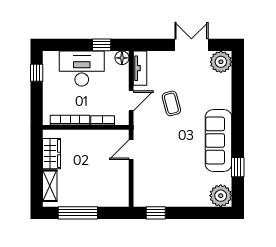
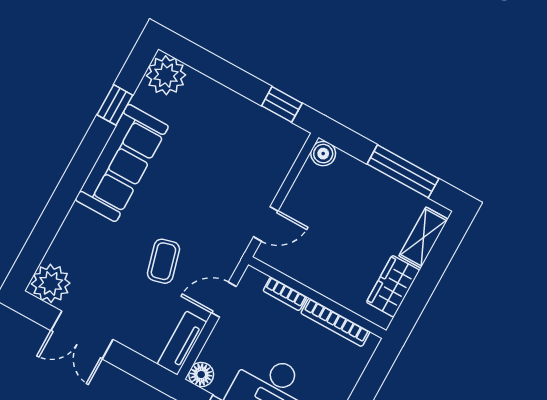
boiler: (122, 200) -> (323, 154), added

